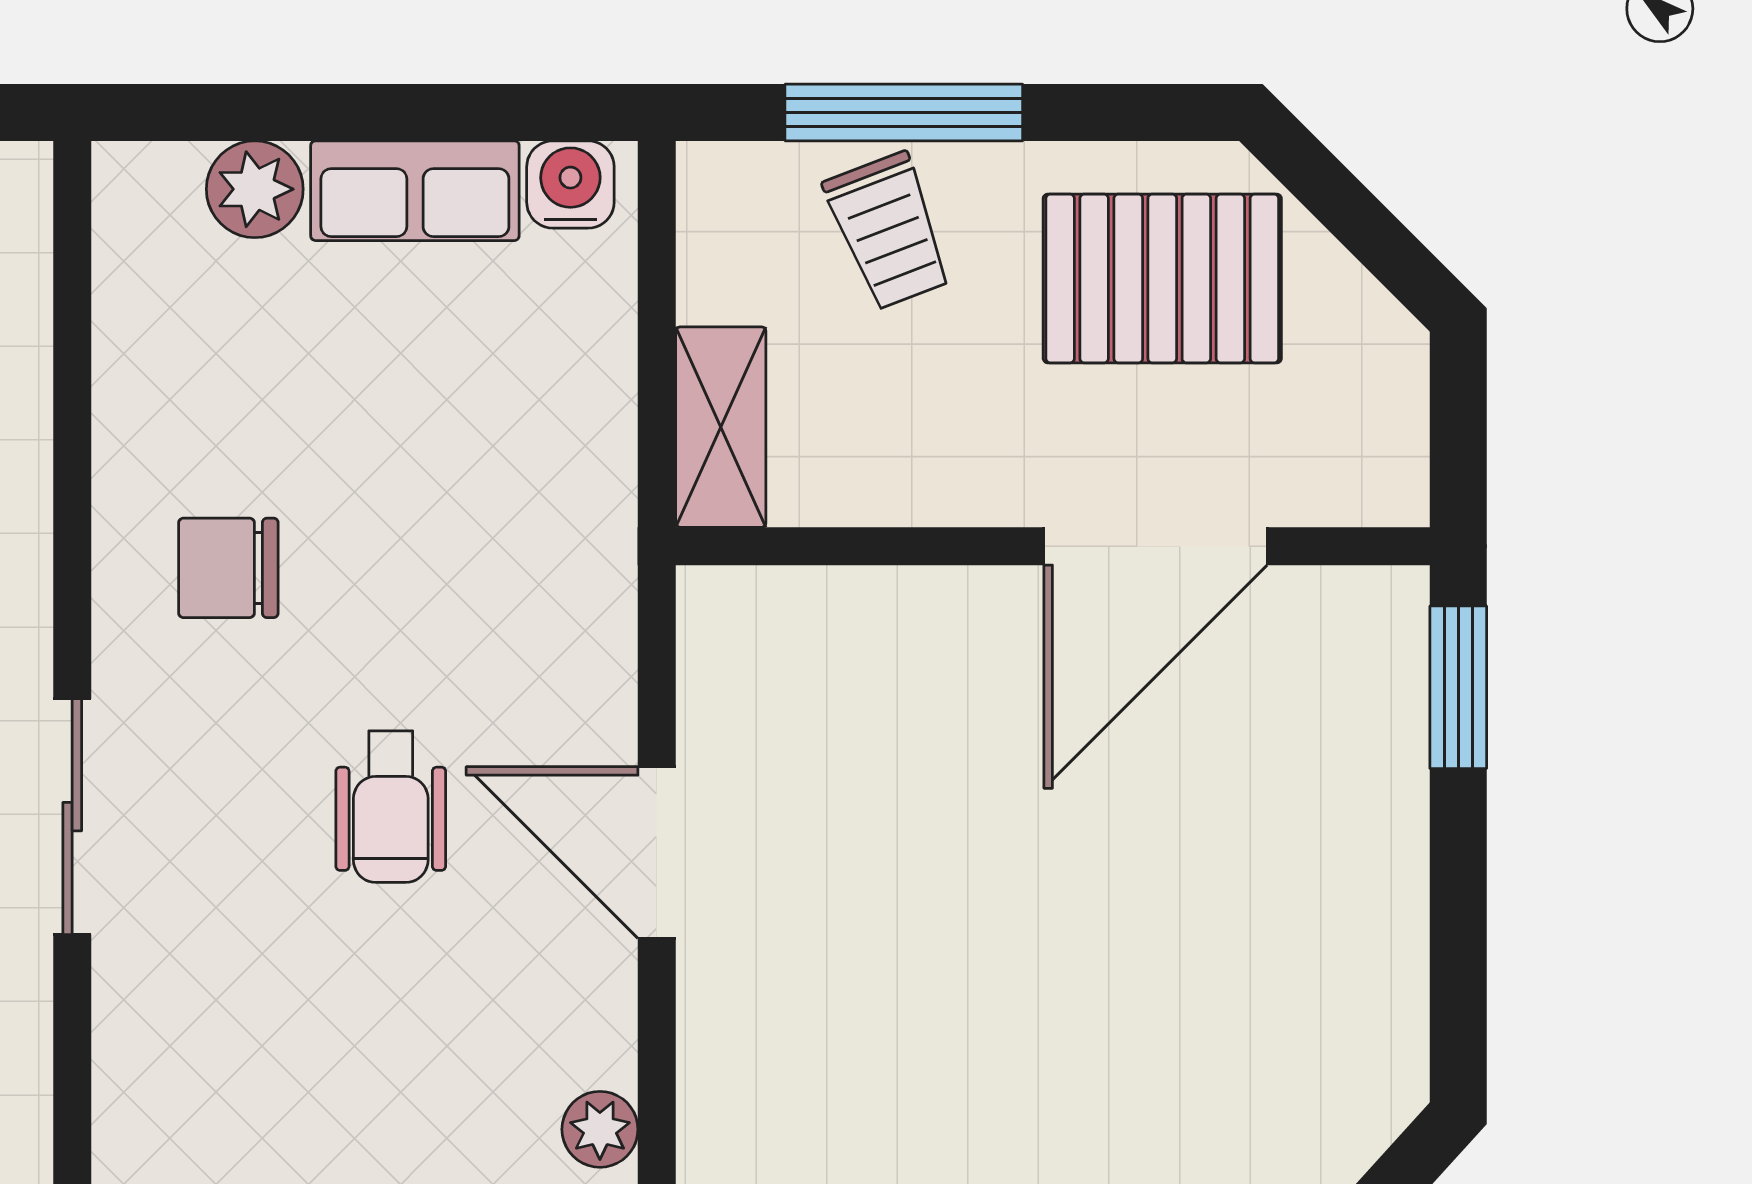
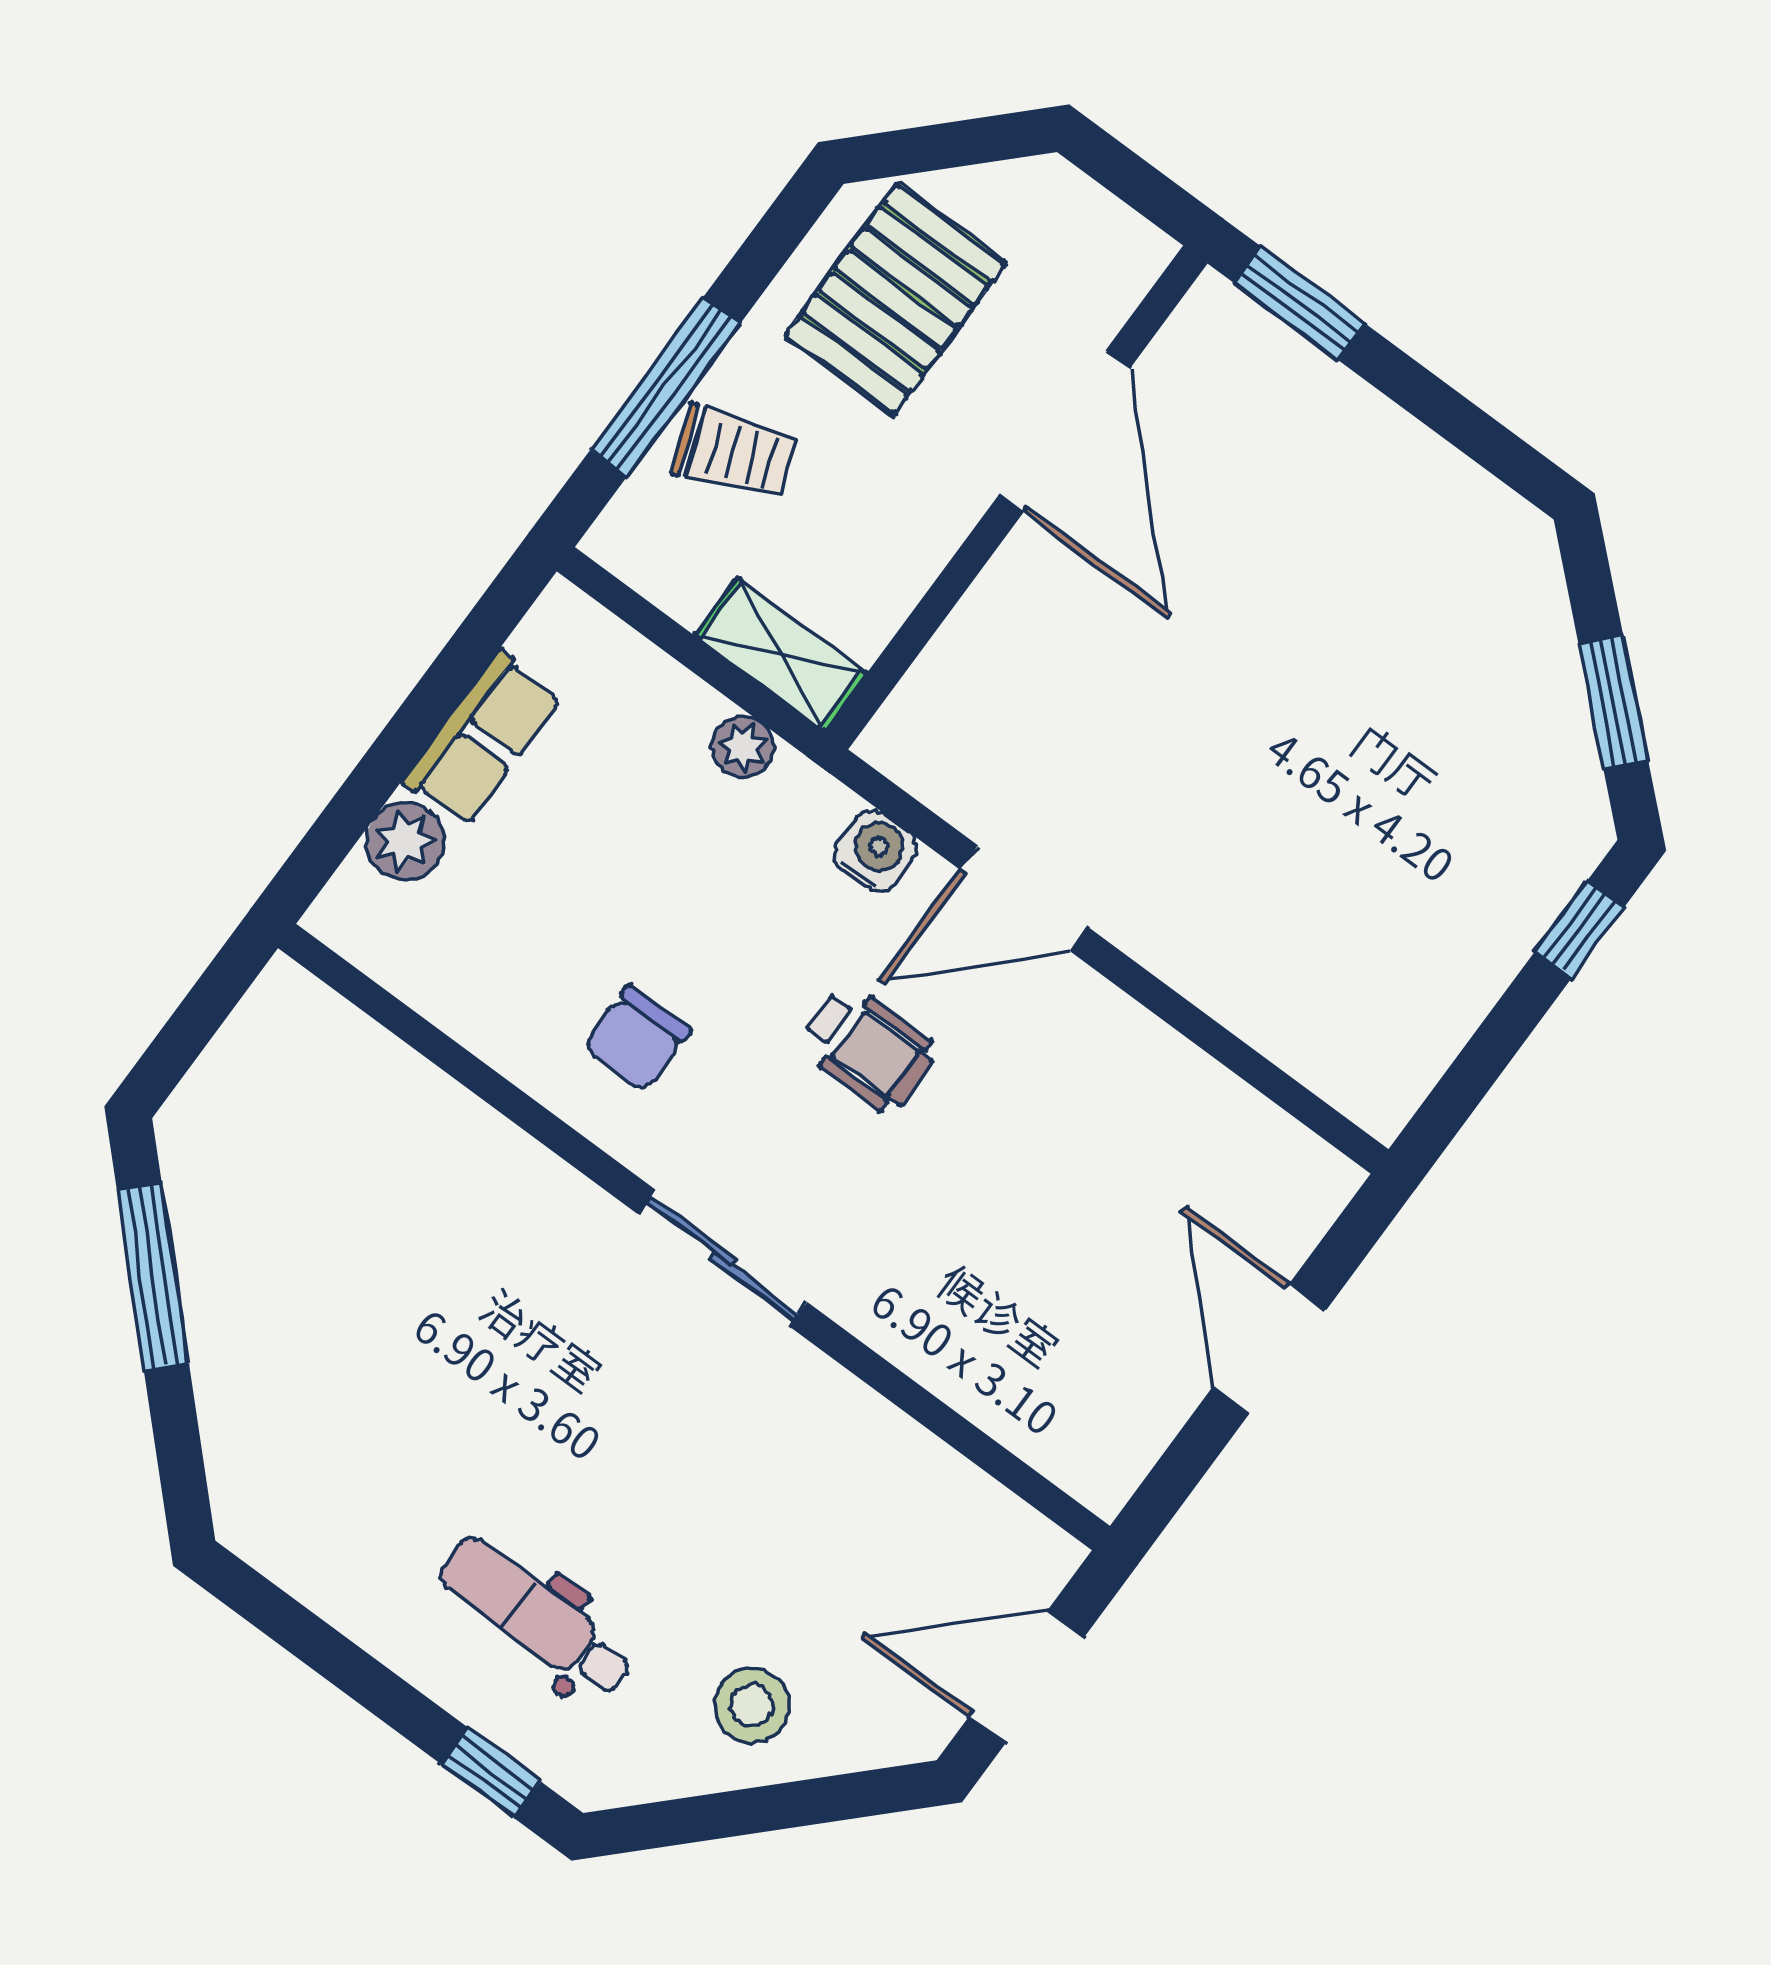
water cooler: (570, 185) -> (876, 851), moved, turned 90
plant: (600, 1129) -> (743, 747), moved

